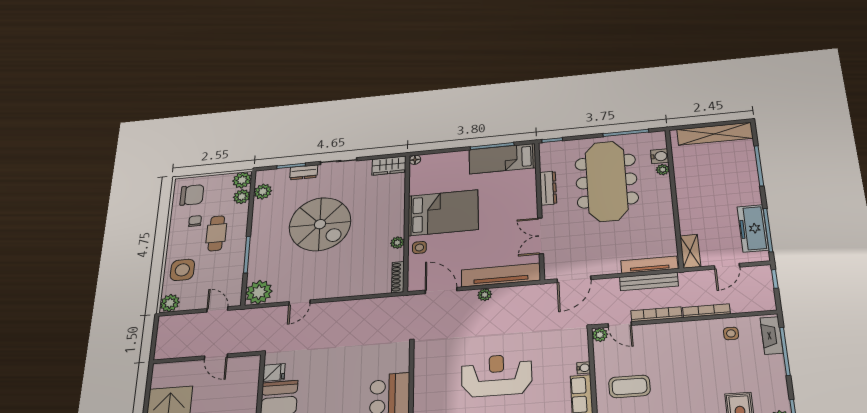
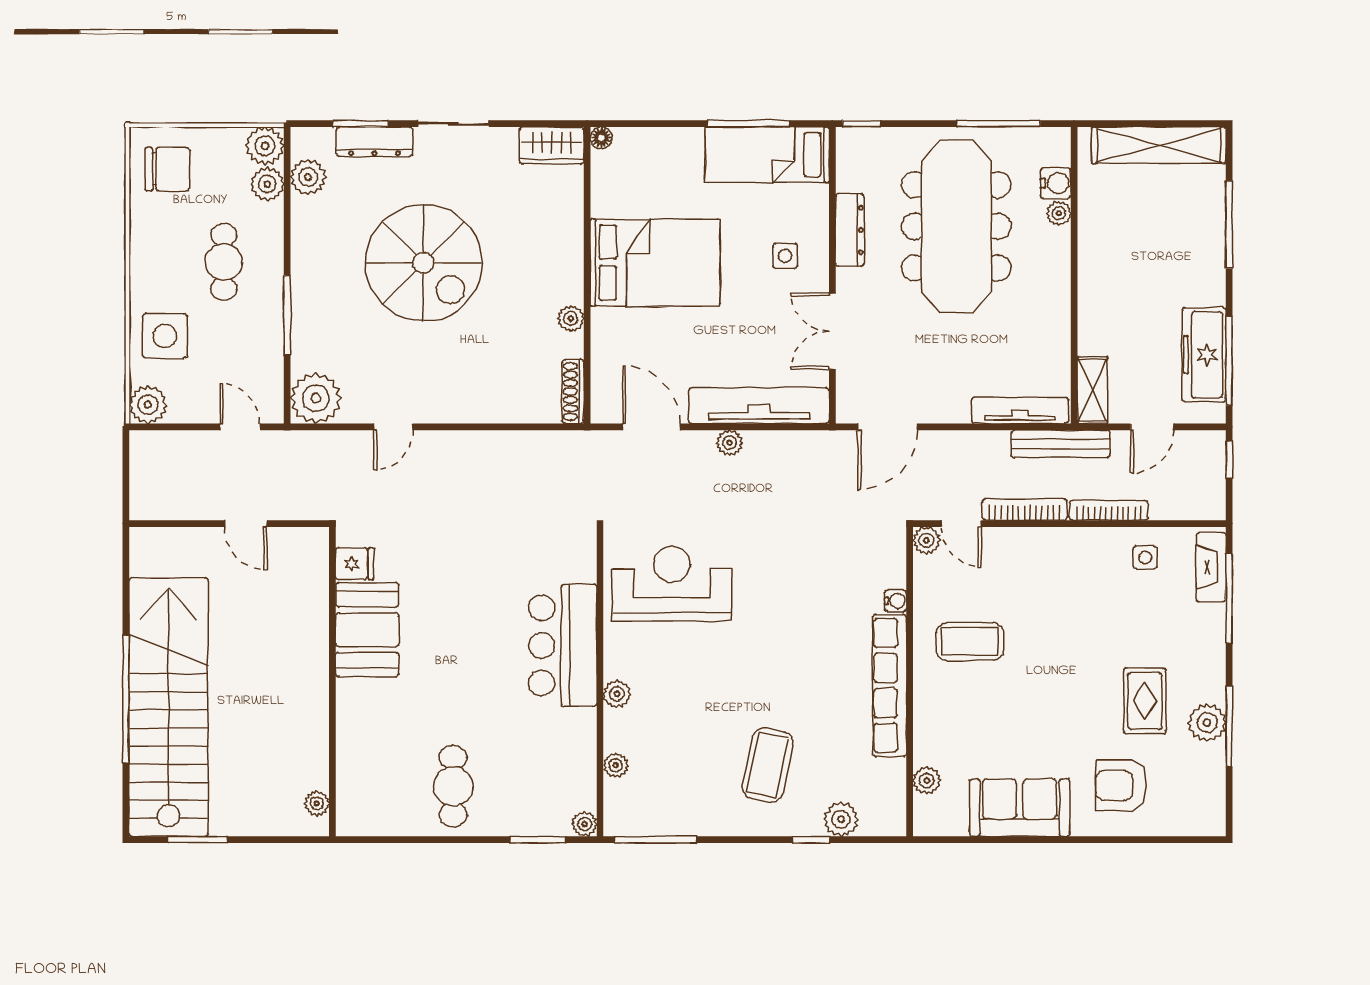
dresser: (304, 172) -> (375, 142), width x1.44
chair: (195, 221) -> (179, 230), removed
side table: (419, 248) -> (785, 256), moved
bench: (649, 281) -> (1061, 444), moved
reception desk: (497, 375) -> (672, 584), moved

